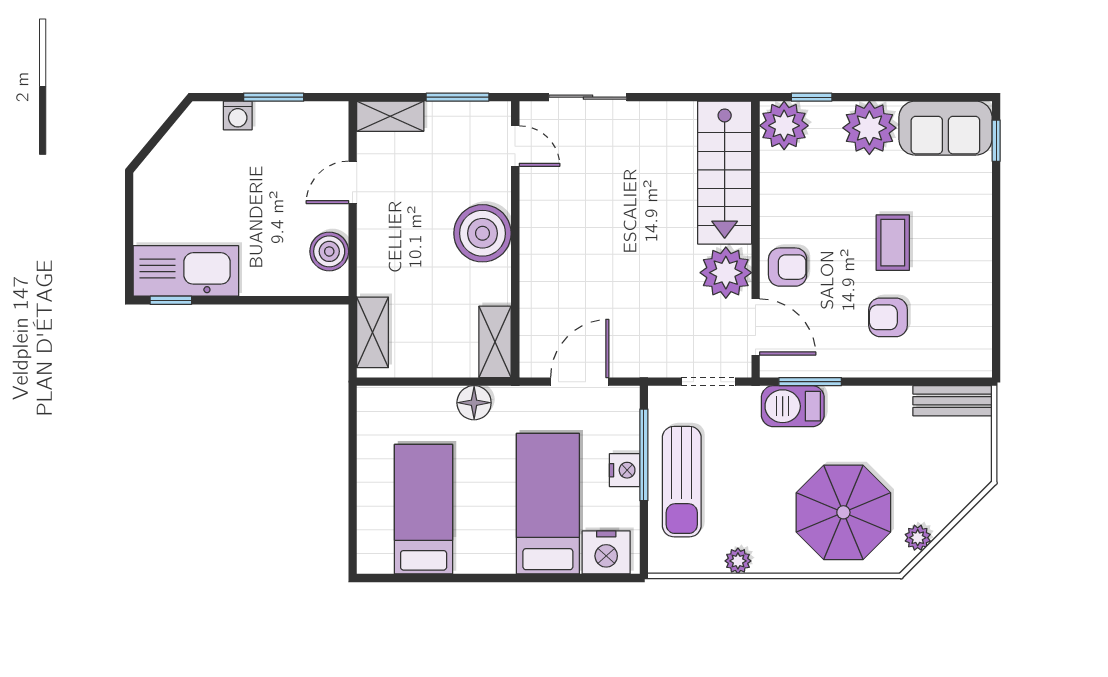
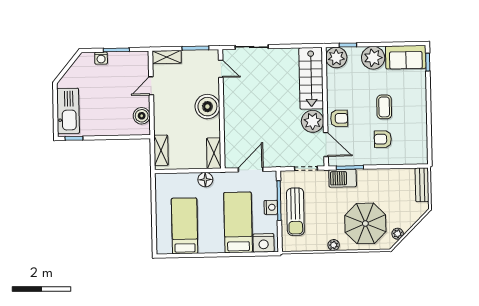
kitchen sink: (186, 271) -> (68, 111), moved, turned 90
bench: (952, 401) -> (422, 185), moved, turned 90
plant: (738, 561) -> (334, 245), moved

